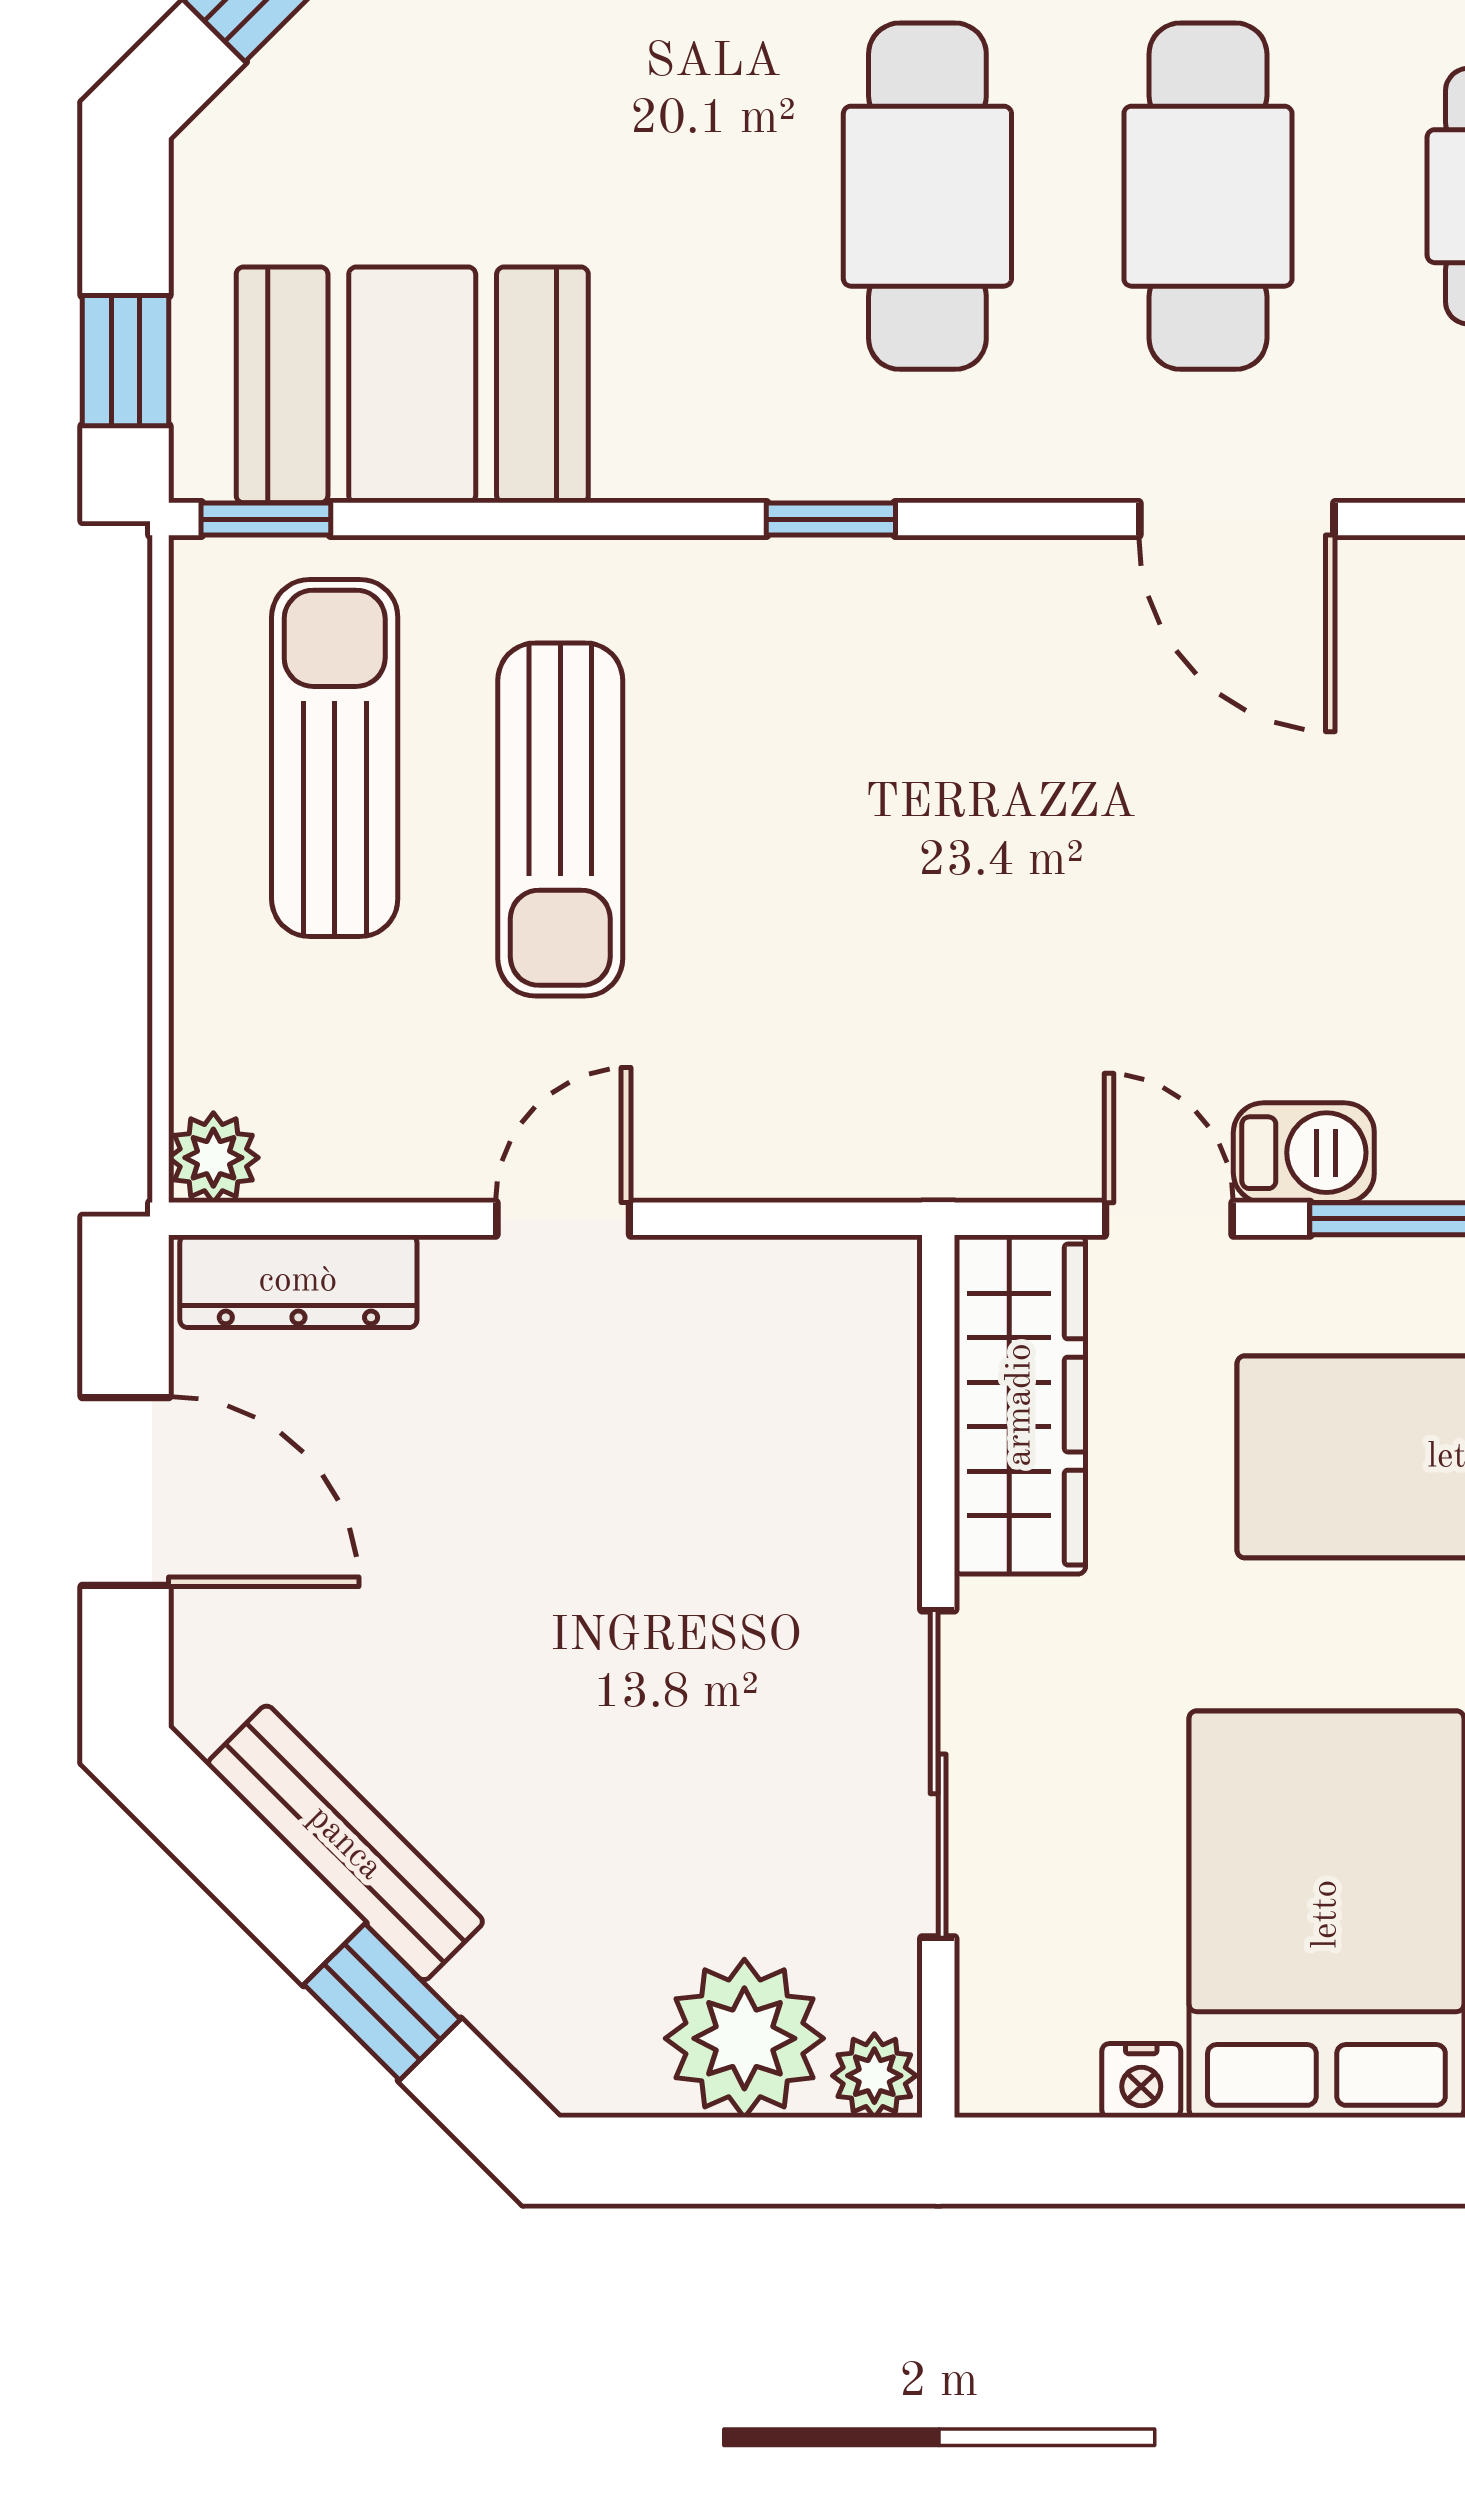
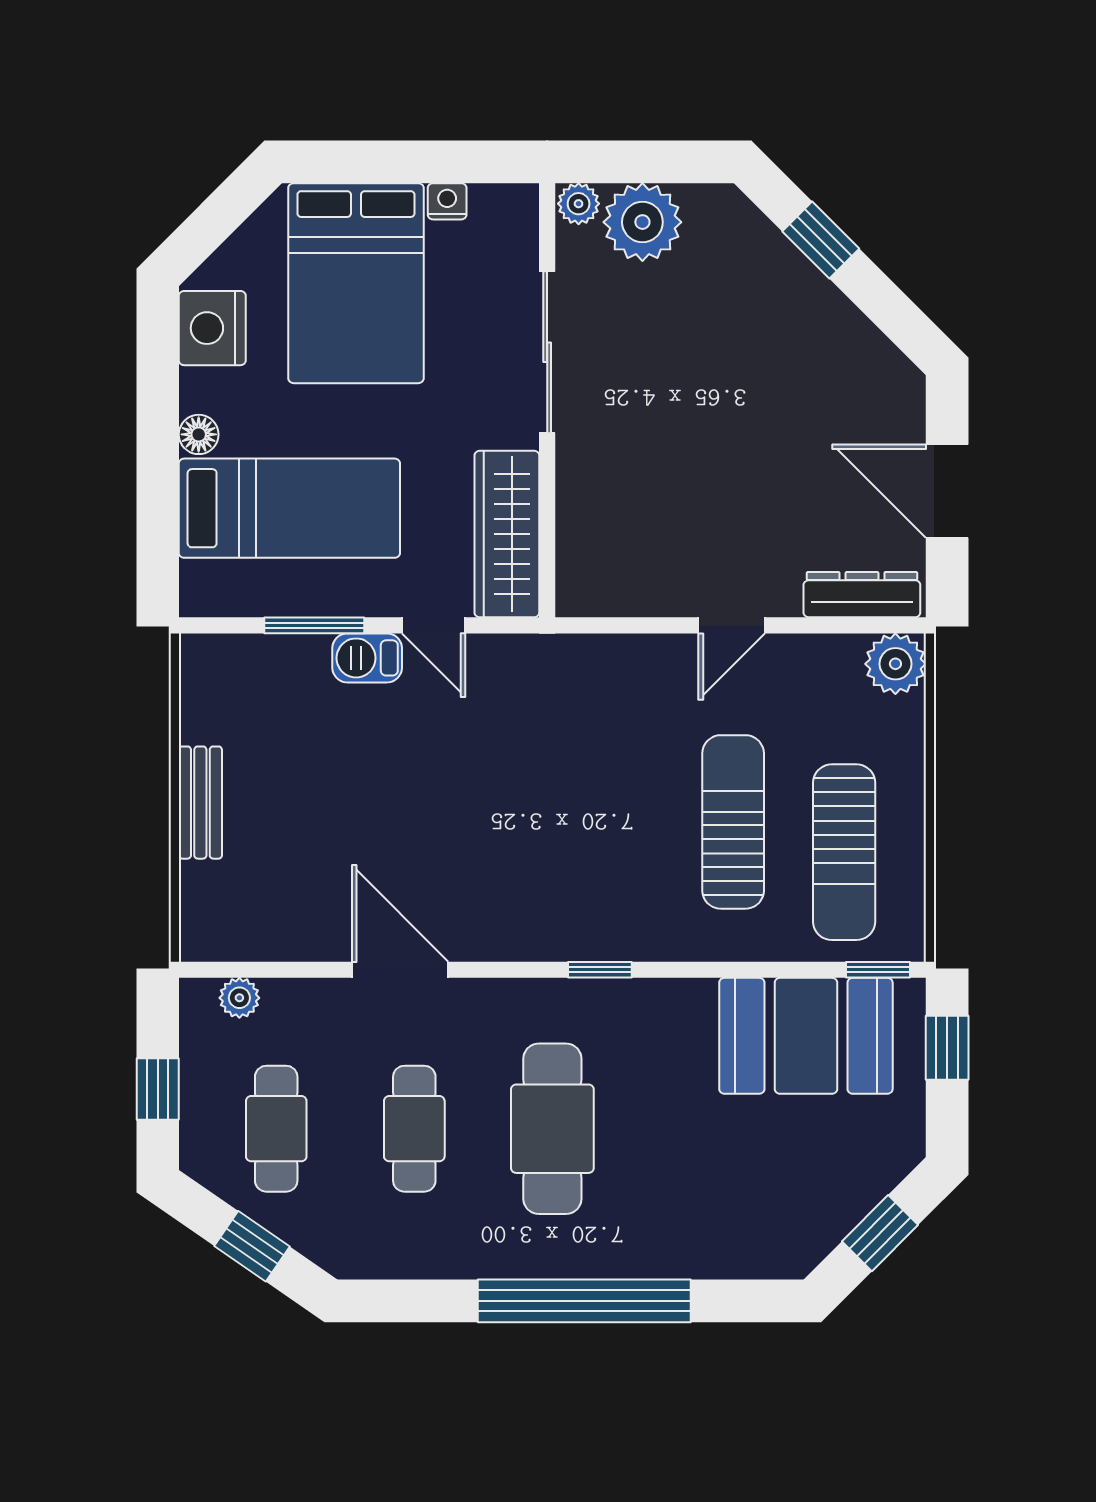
cafe table: (1208, 196) -> (414, 1129), width x0.73, depth x0.74
plant: (213, 1158) -> (895, 664), width x1.38, depth x1.38
bench: (345, 1843) -> (839, 318), removed

